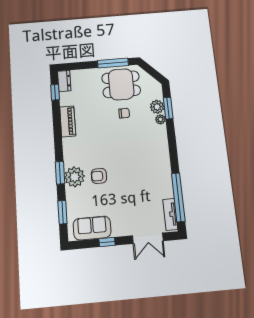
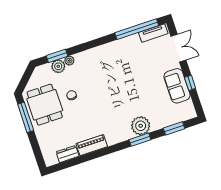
dresser: (64, 81) -> (67, 154), moved
window: (55, 92) -> (67, 164), removed
armchair: (99, 176) -> (135, 104), removed
sofa: (92, 228) -> (177, 86), moved

